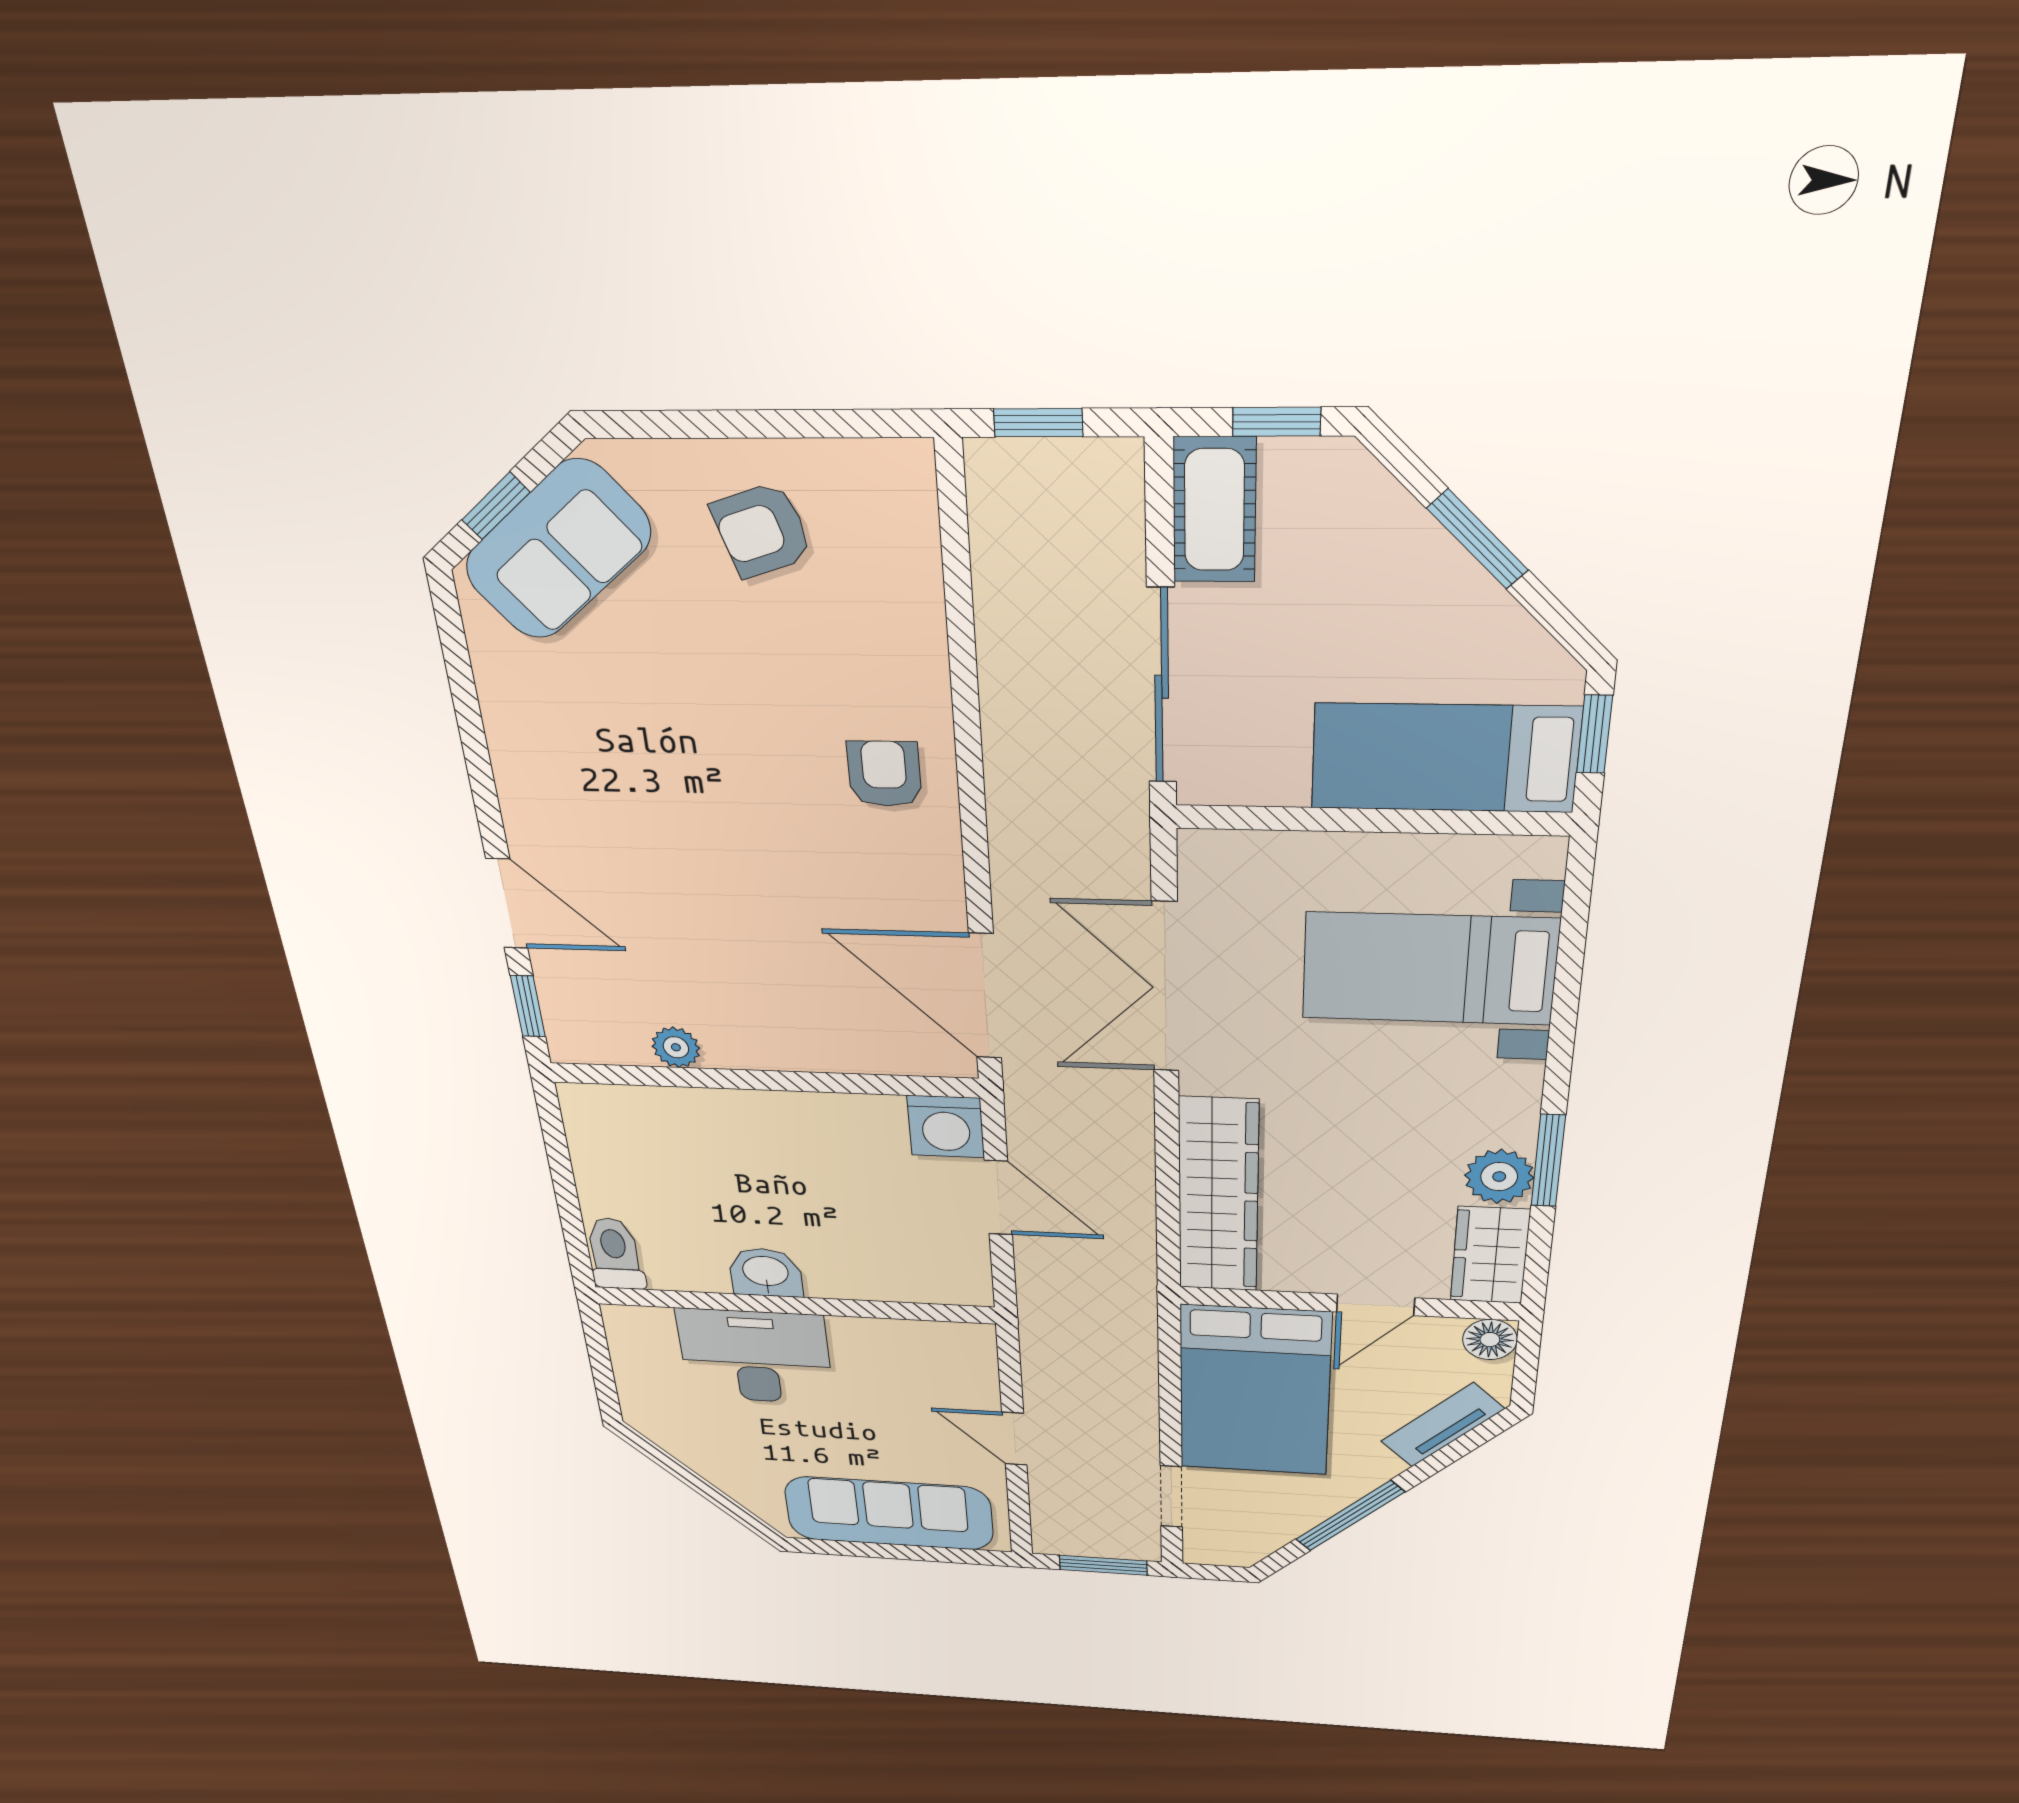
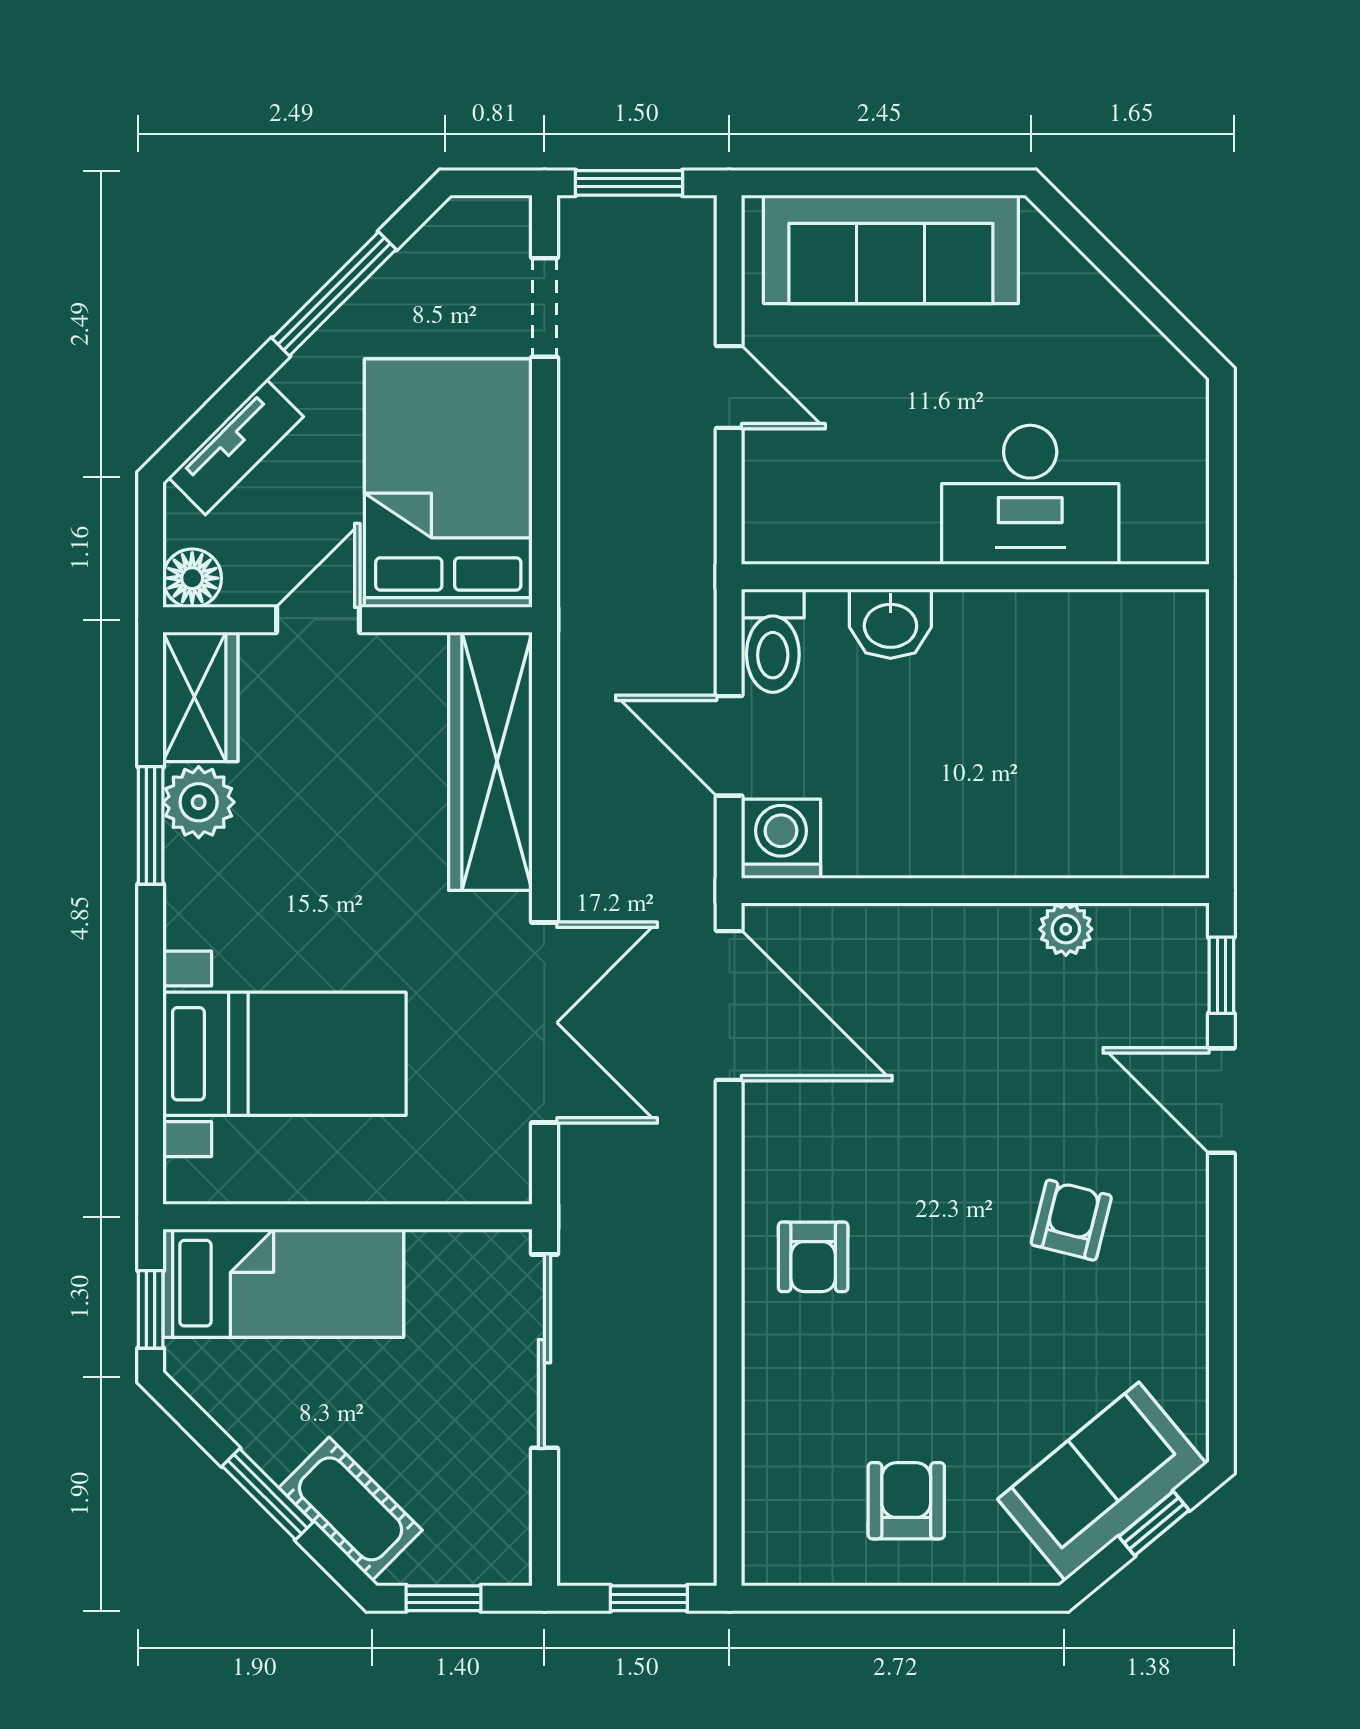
cot: (1214, 510) -> (351, 1509), moved, turned -45
armchair: (762, 530) -> (906, 1501), turned -72
armchair: (631, 803) -> (1071, 1220), added
toilet: (615, 1254) -> (773, 641), moved
washbasin: (766, 1272) -> (890, 624), moved

